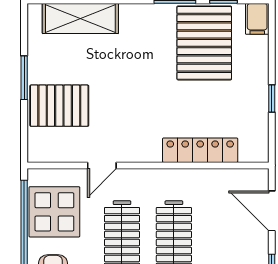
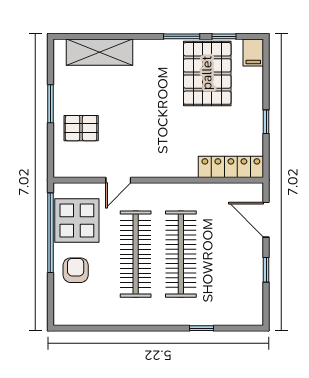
pallet: (59, 106) -> (81, 128), width x0.67, depth x0.71
locker: (200, 150) -> (231, 167), moved

